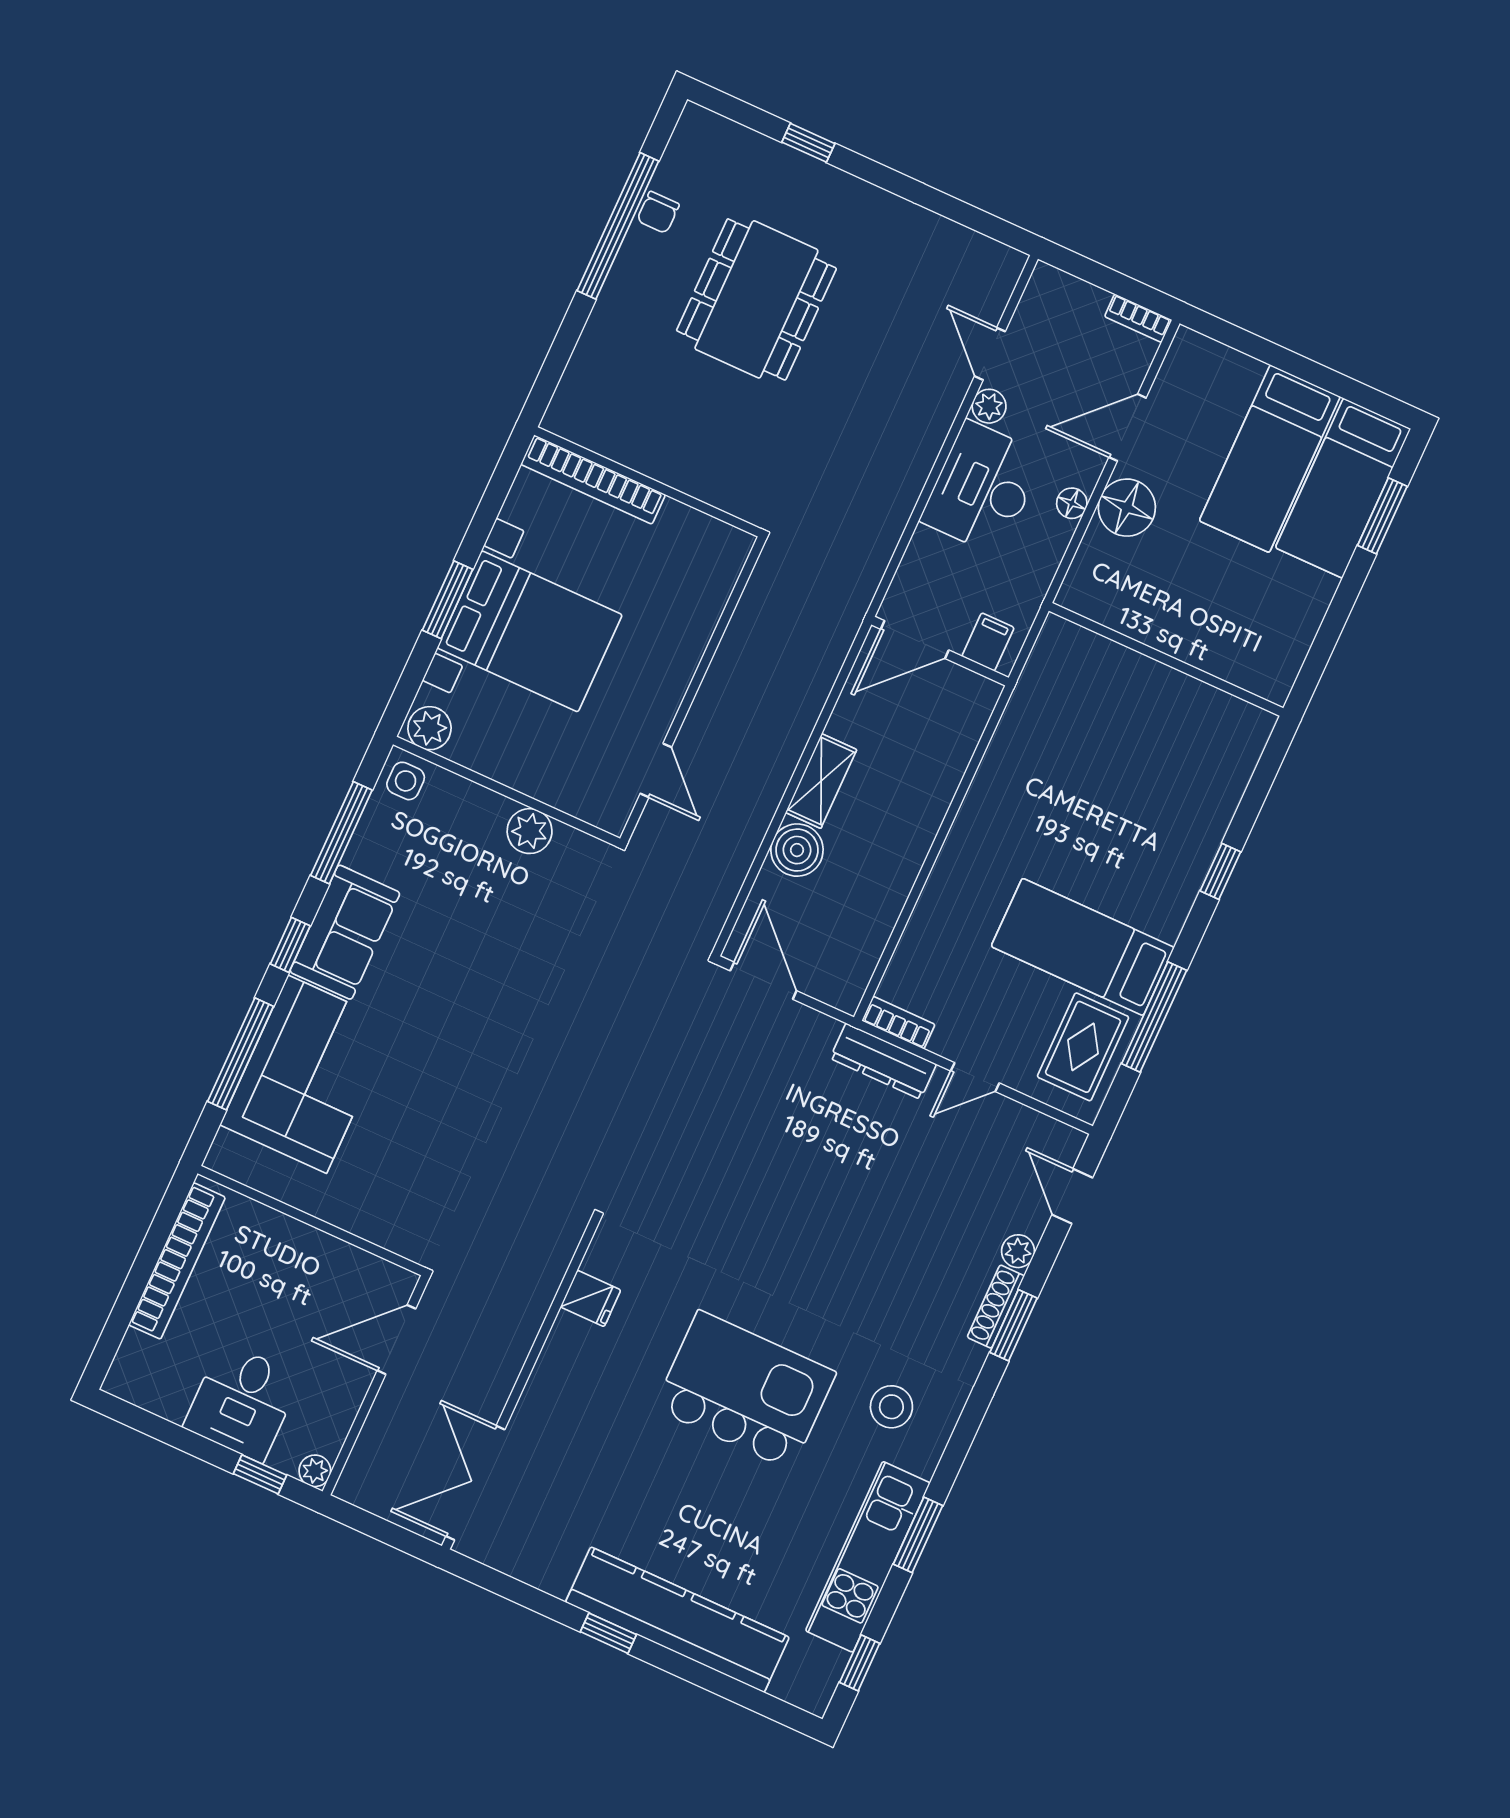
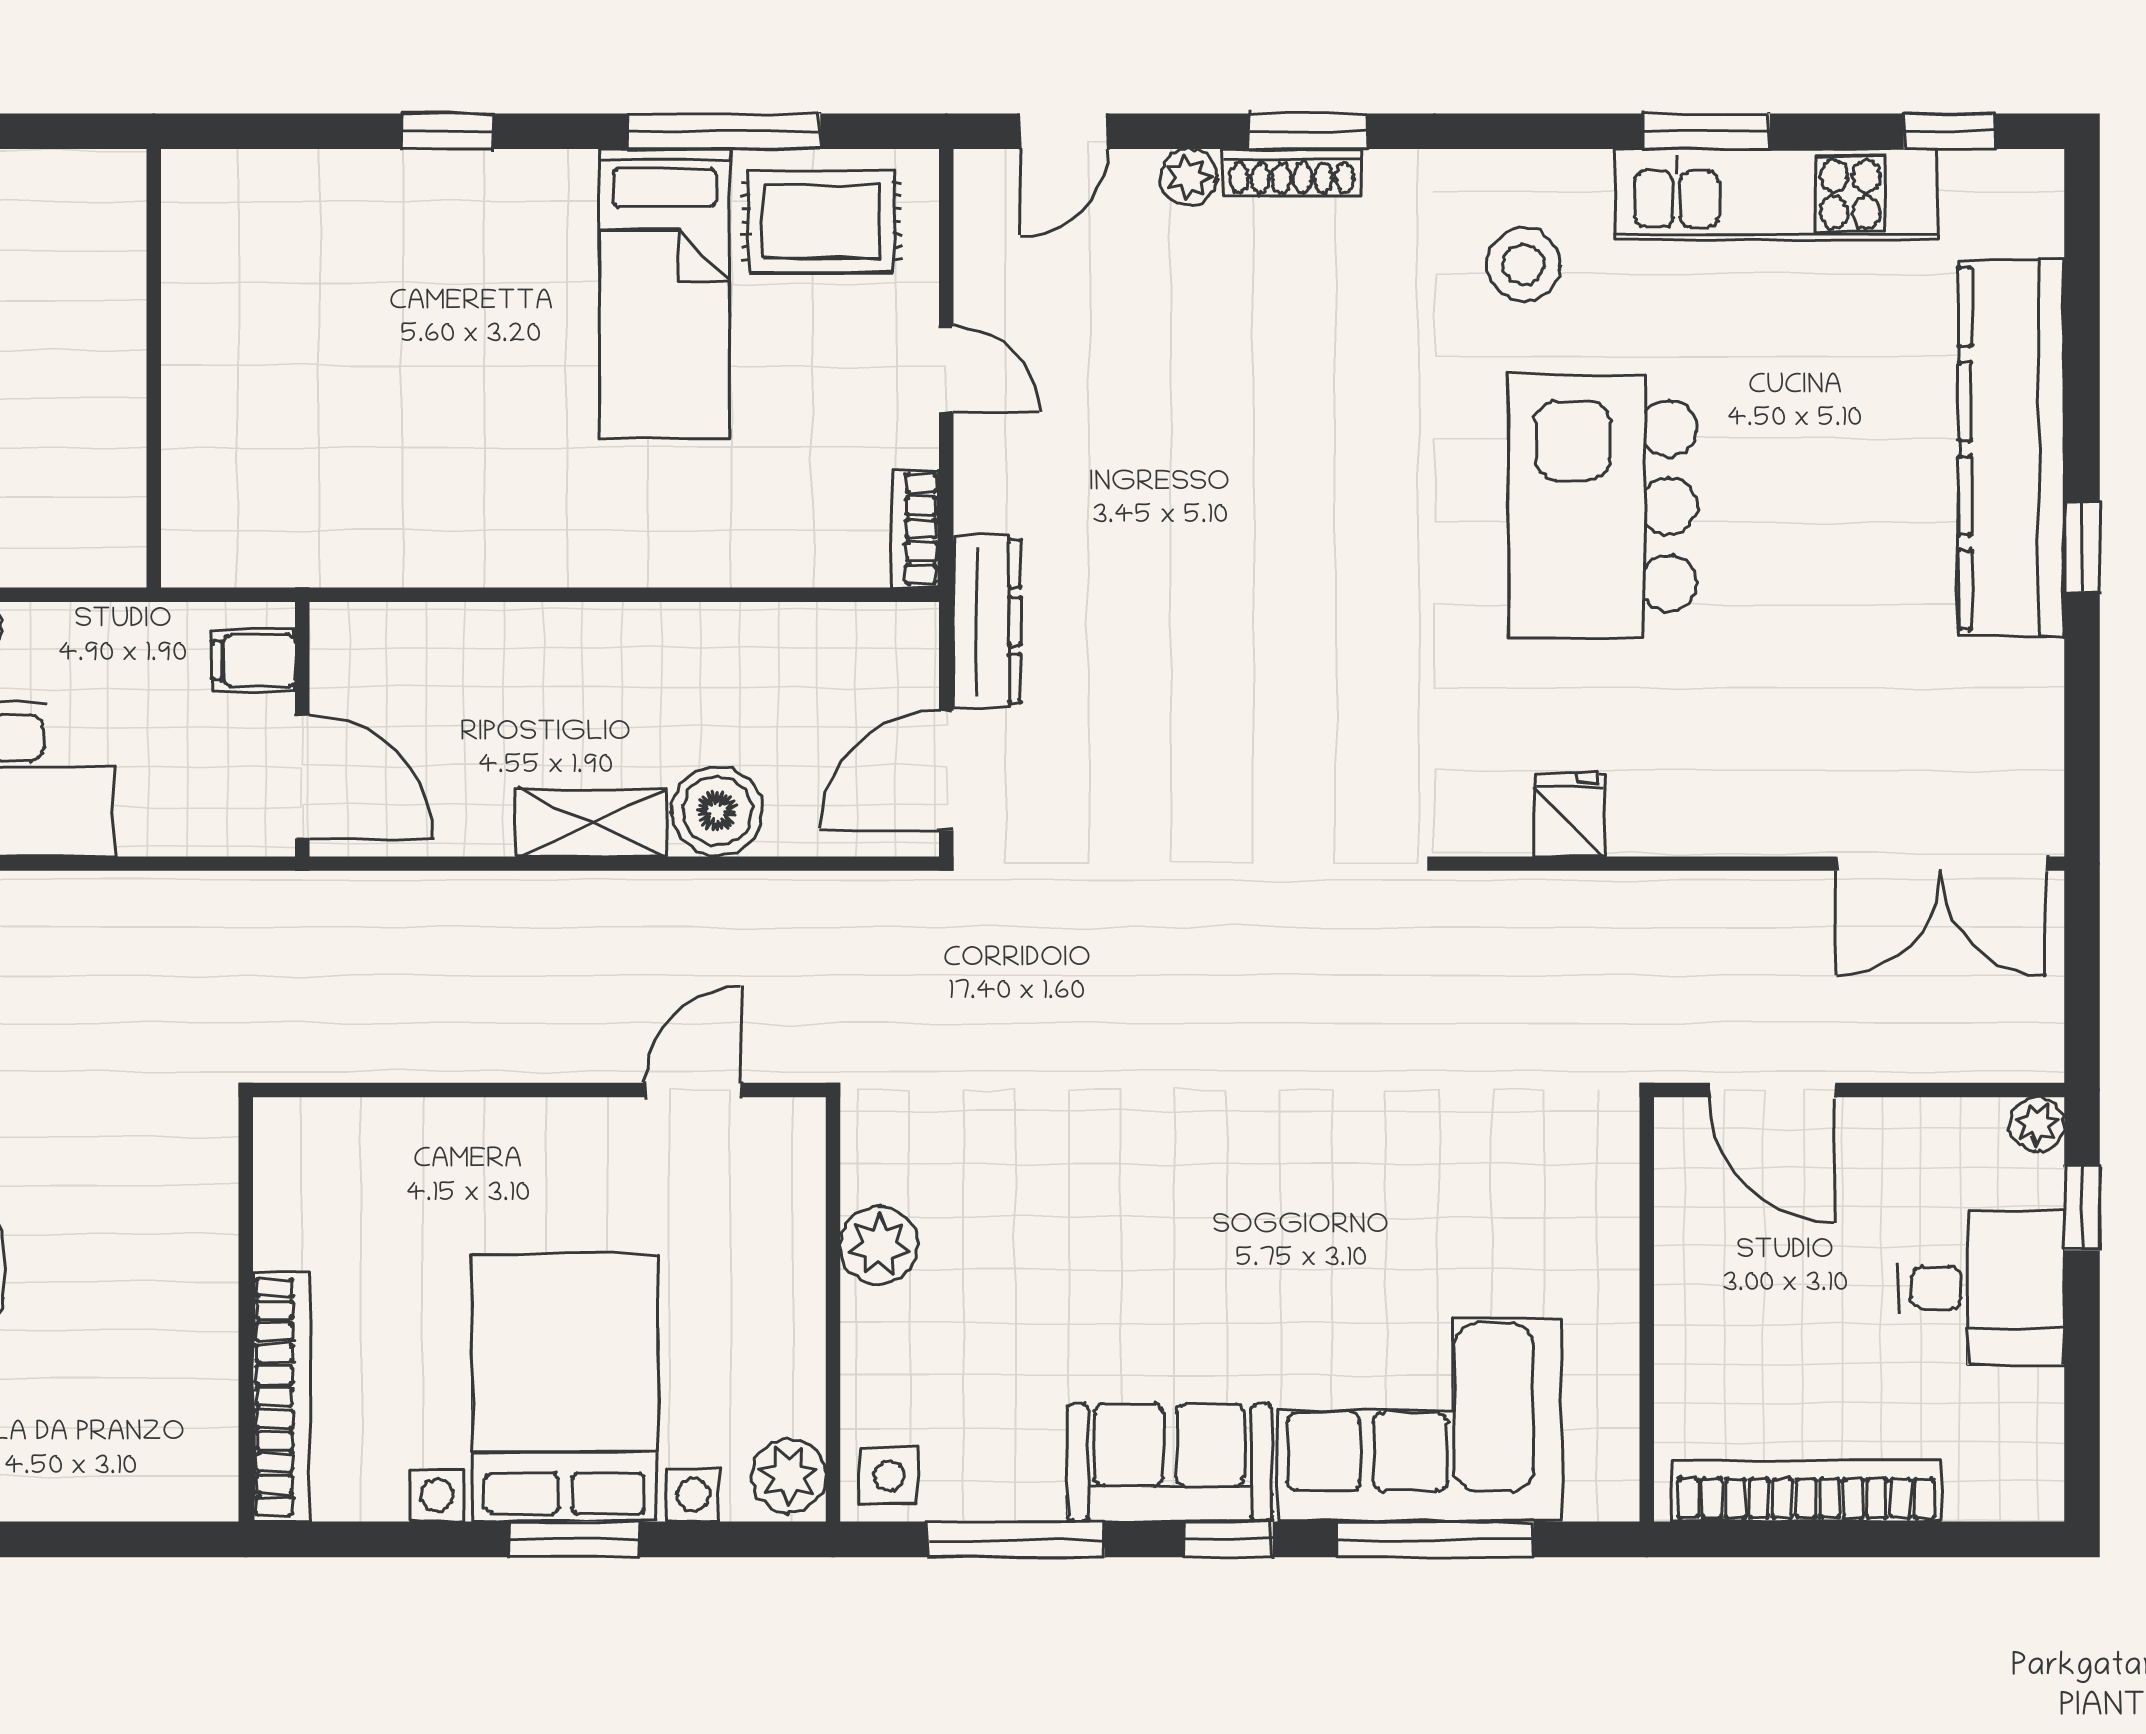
dresser: (883, 1061) -> (987, 621), moved

